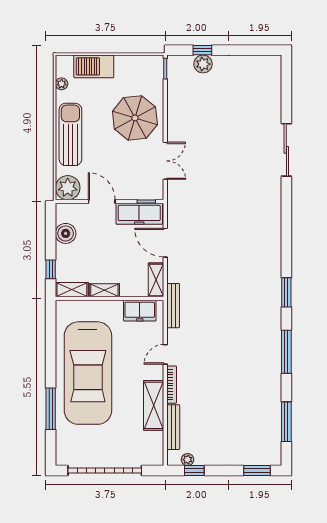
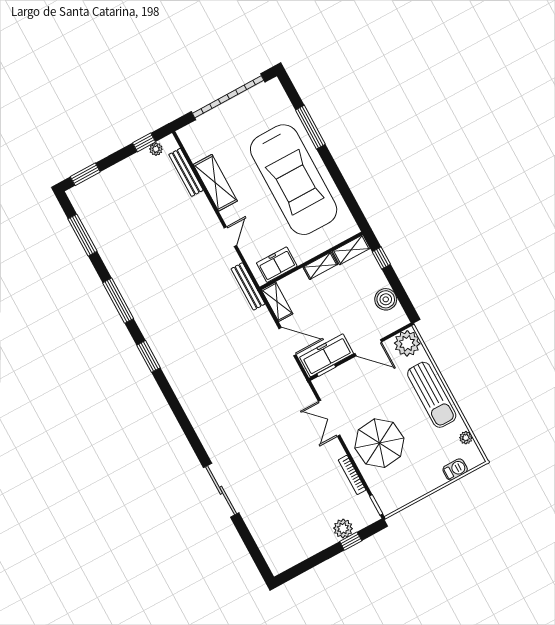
barbecue: (94, 66) -> (455, 469), width x0.53, depth x0.65
car: (88, 373) -> (294, 180), turned 180
bookcase: (172, 385) -> (352, 475), moved

